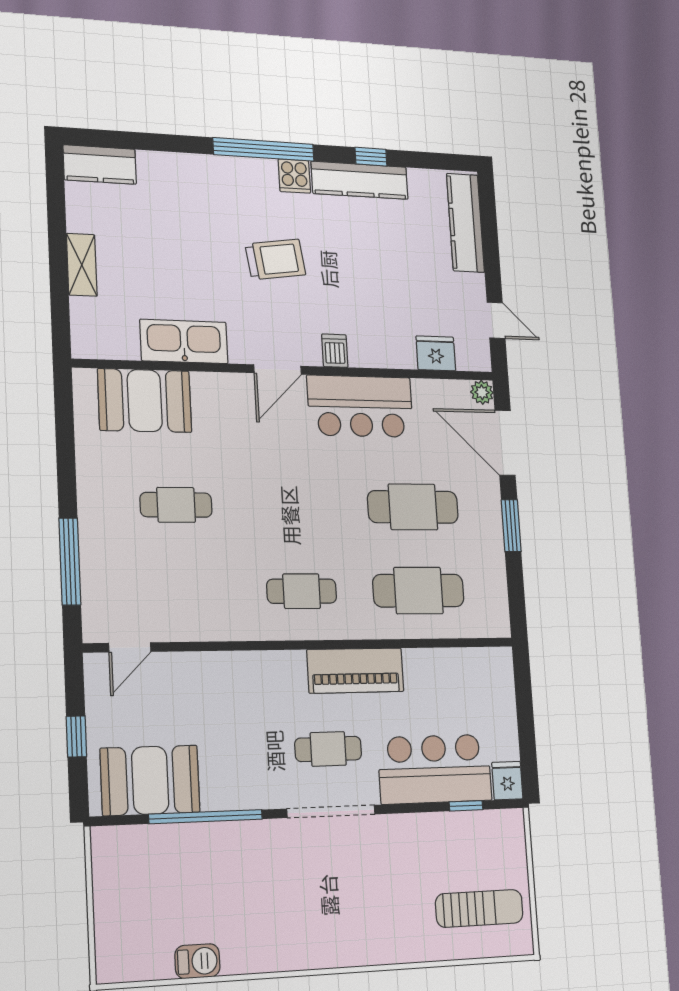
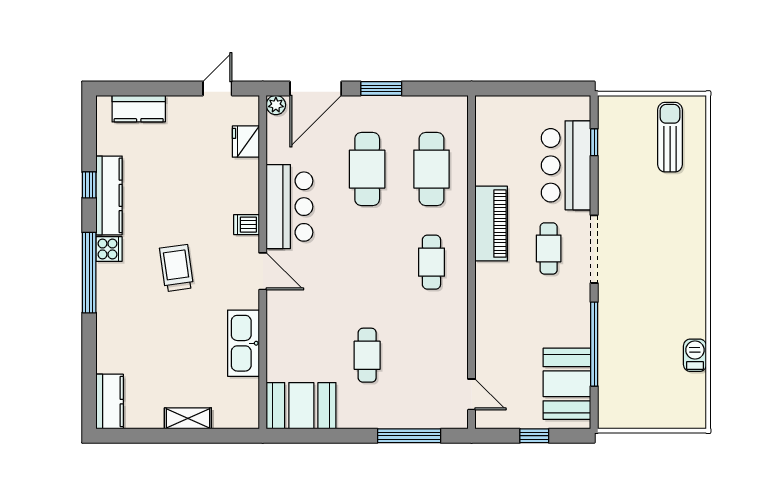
kitchen counter: (465, 223) -> (139, 109), width x0.67
booth: (145, 401) -> (301, 406), moved, turned 90
fridge: (507, 781) -> (577, 107), removed

